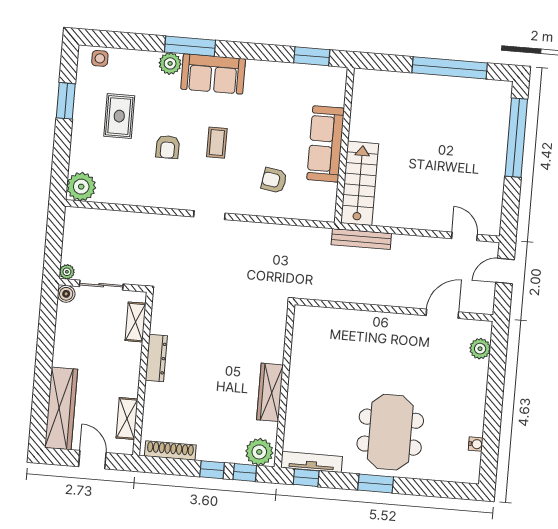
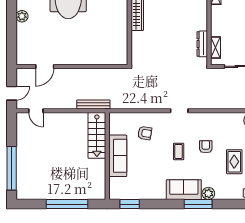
window: (450, 68) -> (67, 204), moved
plant: (480, 349) -> (22, 16), moved
dresser: (156, 358) -> (202, 44), moved

